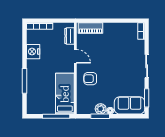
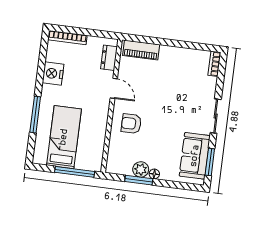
bed: (65, 94) -> (64, 137), moved
sofa: (130, 105) -> (195, 156), moved, turned -90

